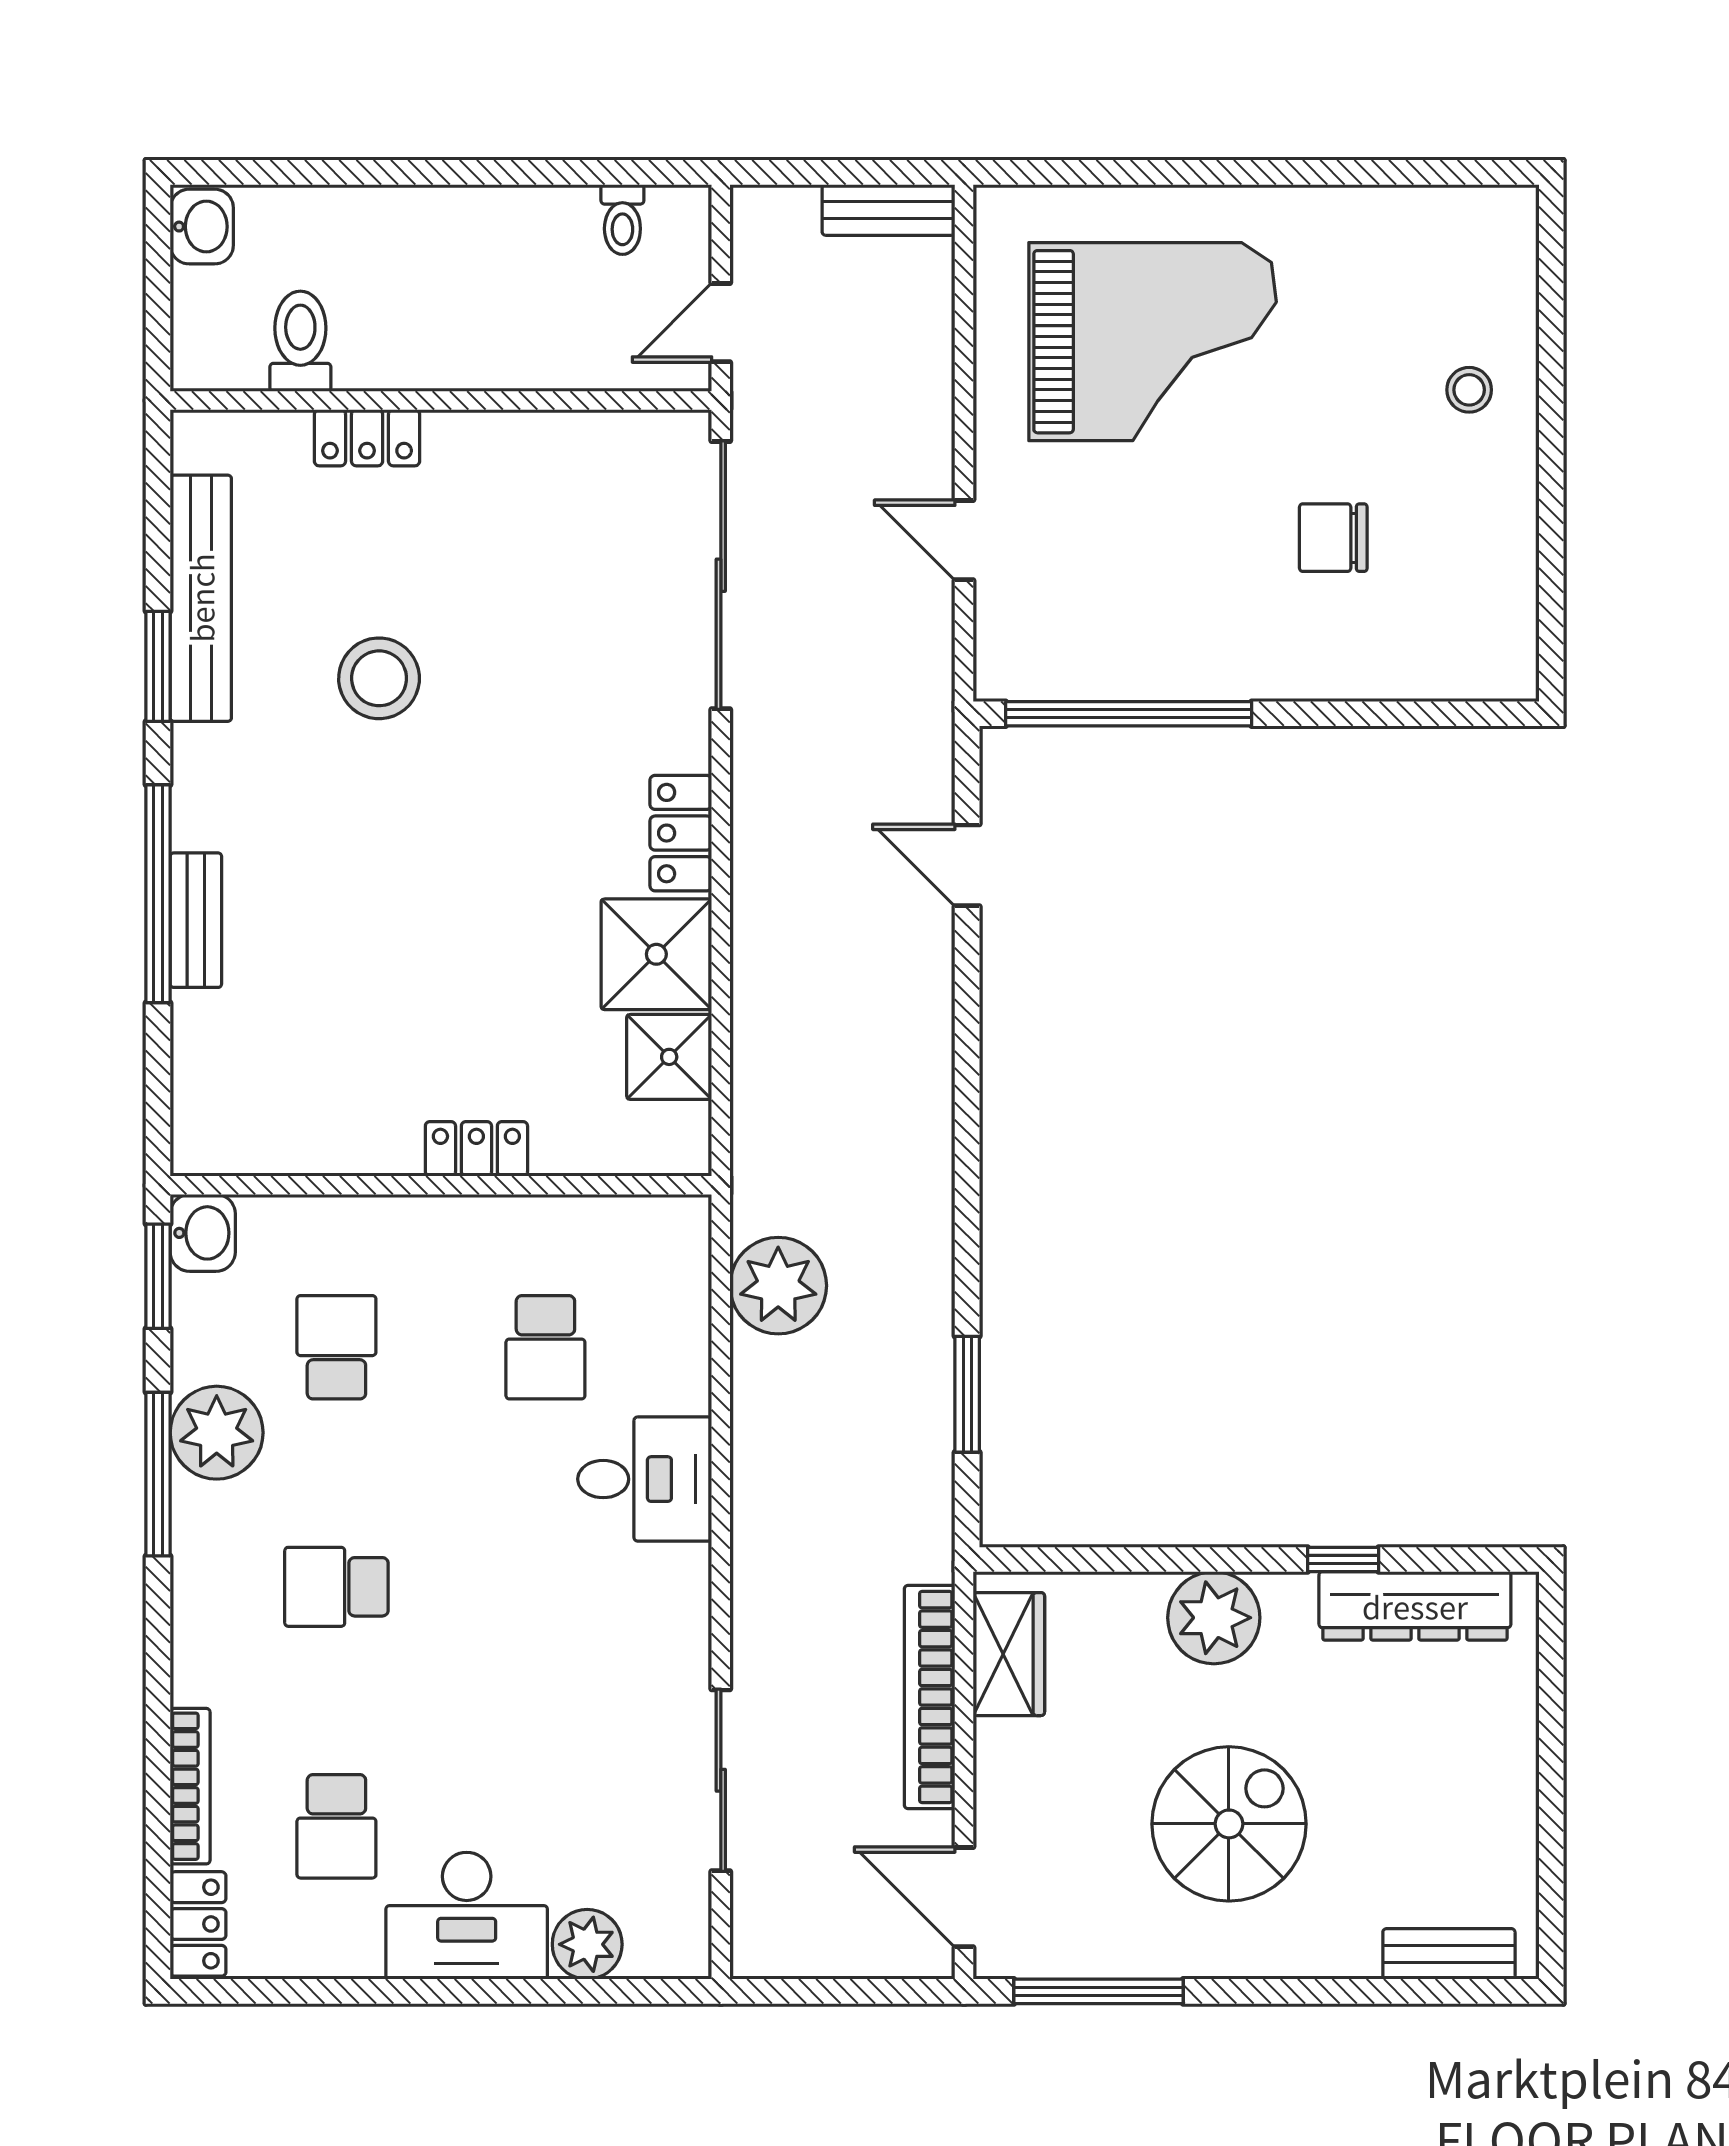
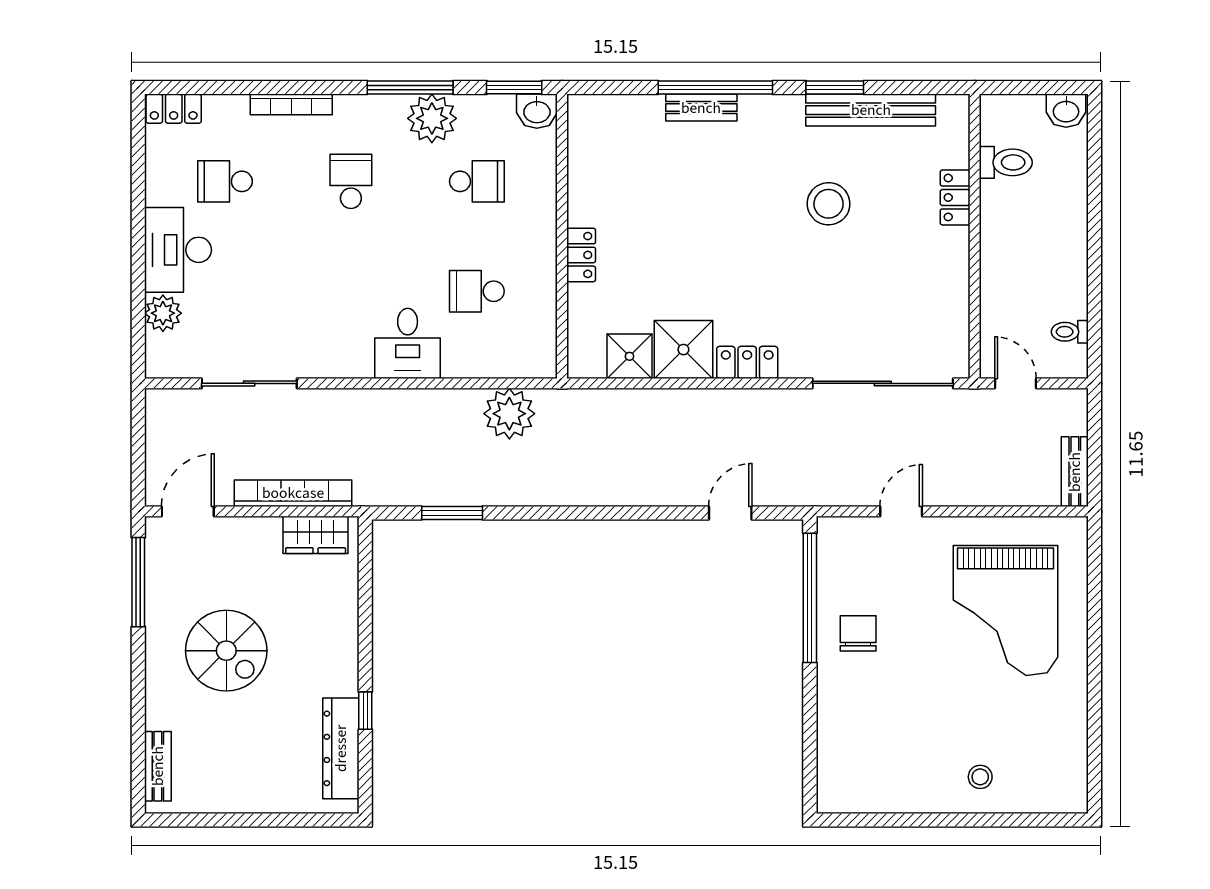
chair: (1333, 538) -> (858, 633), moved
plant: (1214, 1618) -> (335, 643), removed
bookcase: (190, 1786) -> (291, 104), moved

